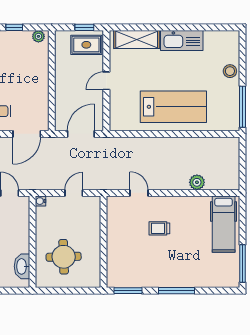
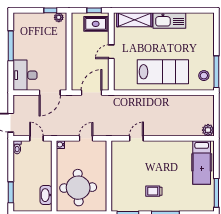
window: (14, 27) -> (50, 10), moved
stool: (230, 71) -> (204, 76), moved
plant: (197, 182) -> (208, 130), moved
door: (139, 193) -> (136, 138), hinge flipped
trolley: (159, 228) -> (154, 191), moved
round table: (64, 257) -> (78, 188), width x1.36, depth x1.36

